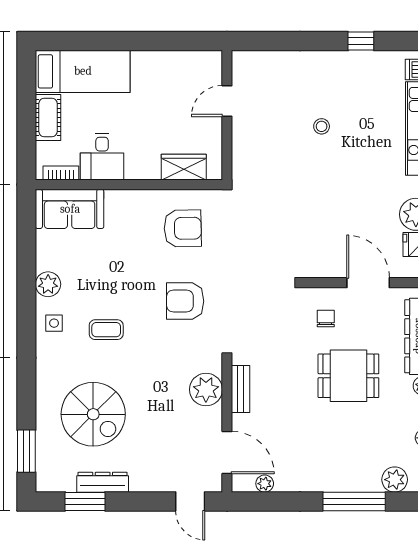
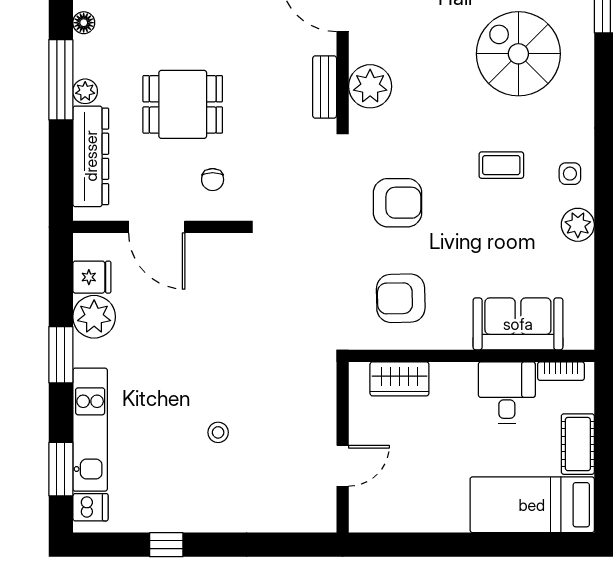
sofa: (70, 209) -> (518, 324), moved

